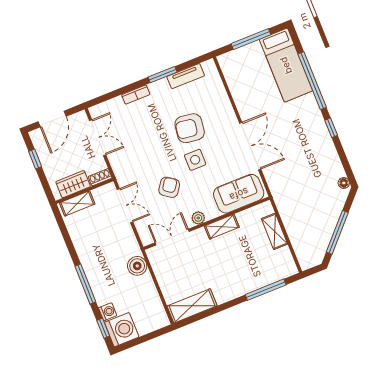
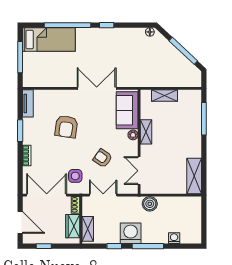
tv unit: (186, 76) -> (28, 103), moved
double door: (98, 138) -> (47, 195), width x1.37
side table: (195, 160) -> (75, 176), moved
plant: (198, 218) -> (133, 135), moved
window: (103, 328) -> (114, 246), moved
washing machine: (122, 330) -> (131, 233), moved

